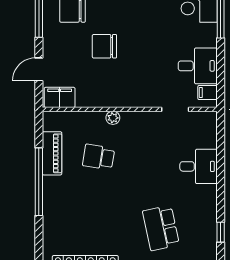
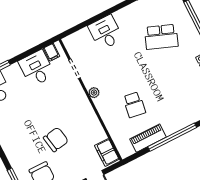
chair: (104, 46) -> (56, 139), turned -100
plant: (113, 118) -> (94, 93), moved
school desk: (161, 228) -> (161, 37), turned 33

